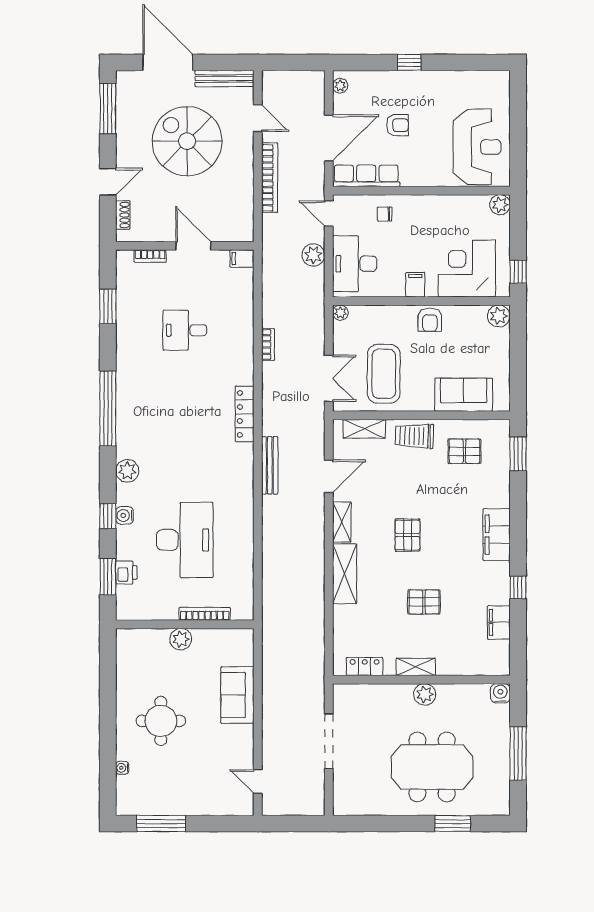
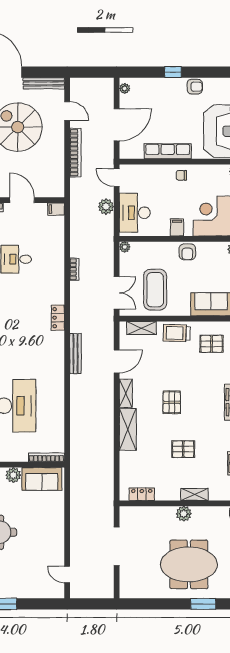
armchair: (397, 125) -> (195, 87), moved
row of seats: (366, 176) -> (168, 151), moved
chair: (385, 214) -> (181, 175), moved
locker: (245, 414) -> (58, 318), width x0.66
bookcase: (205, 614) -> (46, 457), moved
shelving: (416, 667) -> (194, 494), moved
sofa: (237, 695) -> (42, 479), moved, turned -90

